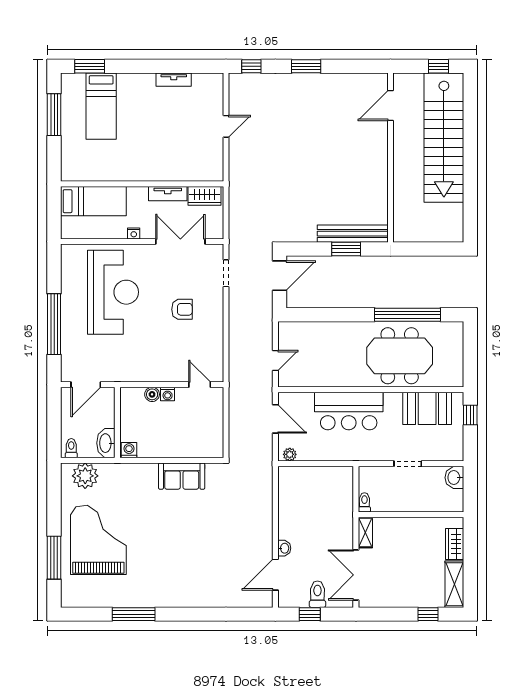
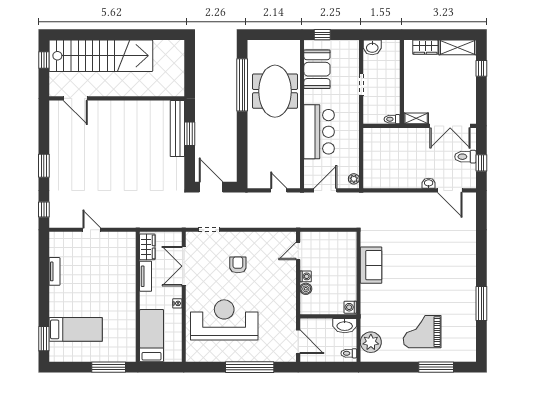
window: (54, 115) -> (109, 367), moved
grand piano: (98, 540) -> (422, 332), width x0.73, depth x0.68

